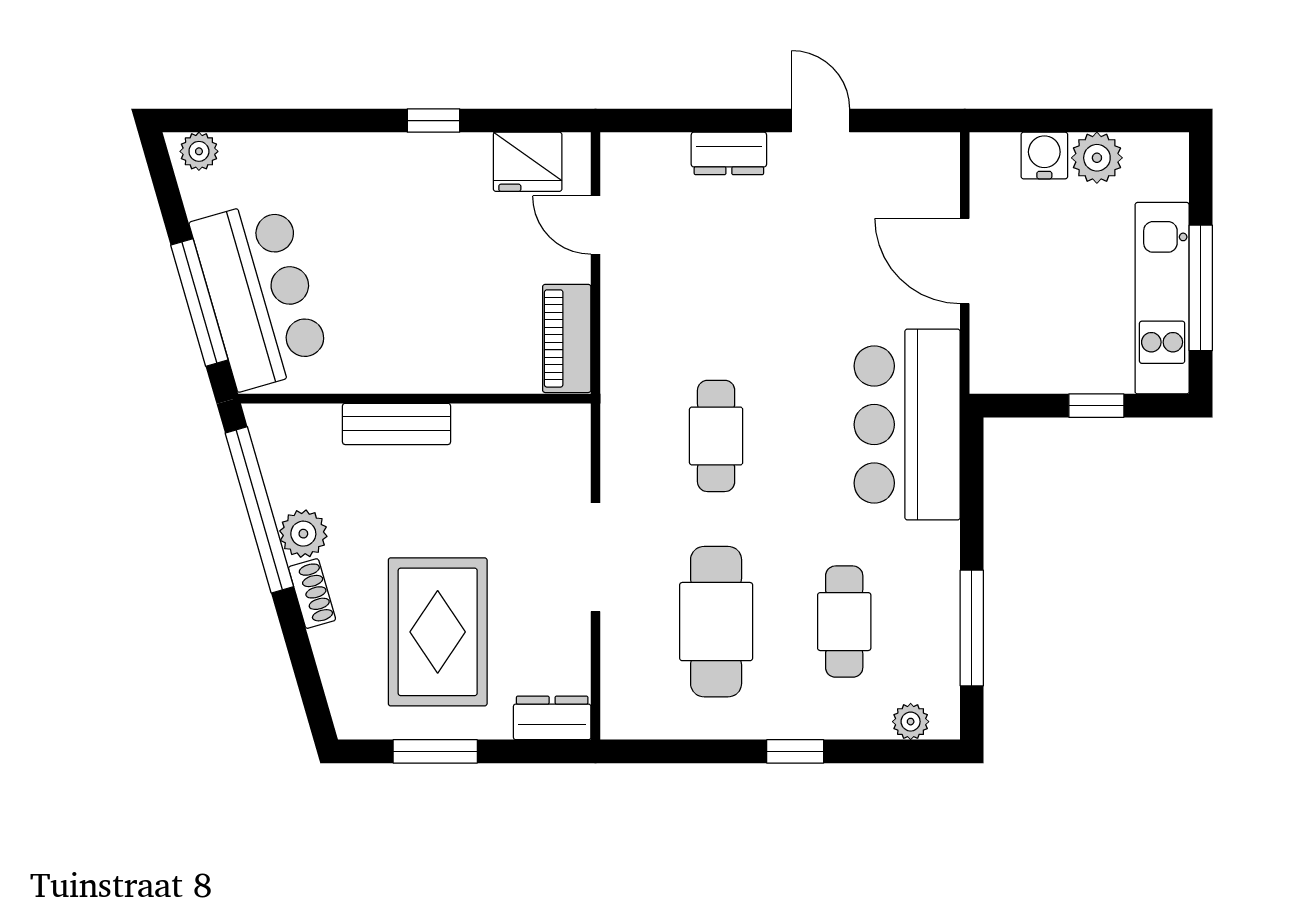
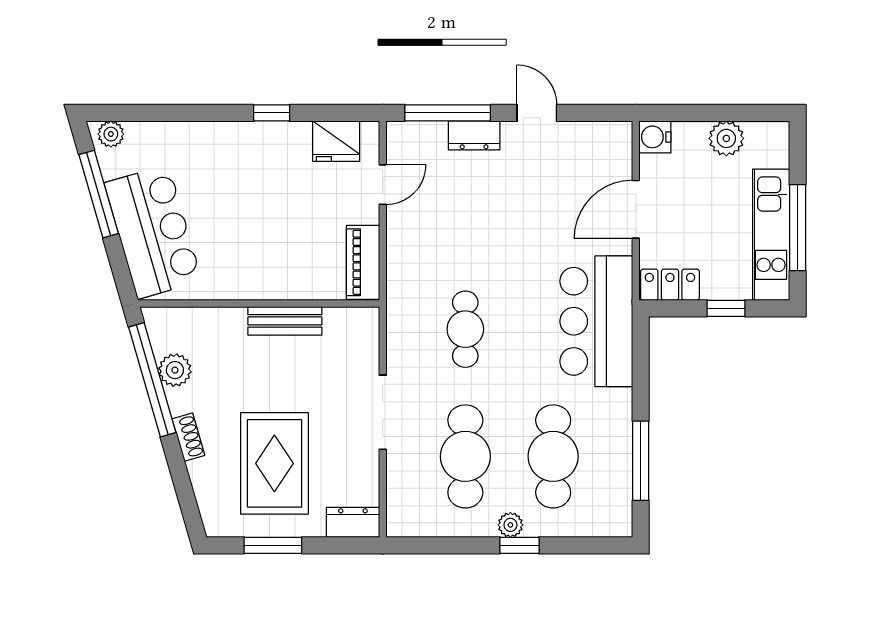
window: (690, 121) -> (448, 113), added
water cooler: (1044, 156) -> (655, 137), moved, turned -90
door: (596, 225) -> (383, 185), swing flipped
door: (965, 261) -> (636, 209), hinge flipped
window: (199, 302) -> (99, 194), moved
locker: (1015, 371) -> (670, 285), added
bench: (397, 424) -> (285, 321), moved
plant: (303, 534) -> (175, 370), moved
cafe table: (844, 622) -> (553, 456), width x1.37, depth x1.35
plant: (911, 722) -> (510, 525), moved

